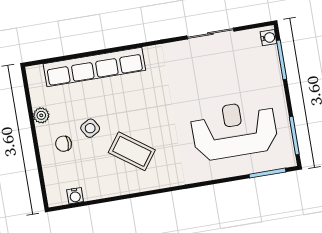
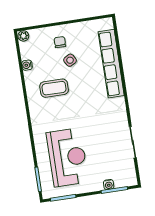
water cooler: (268, 38) -> (109, 185), moved
plant: (41, 115) -> (23, 36), moved
coffee table: (132, 151) -> (54, 88), turned 54
water cooler: (75, 196) -> (27, 65), moved

